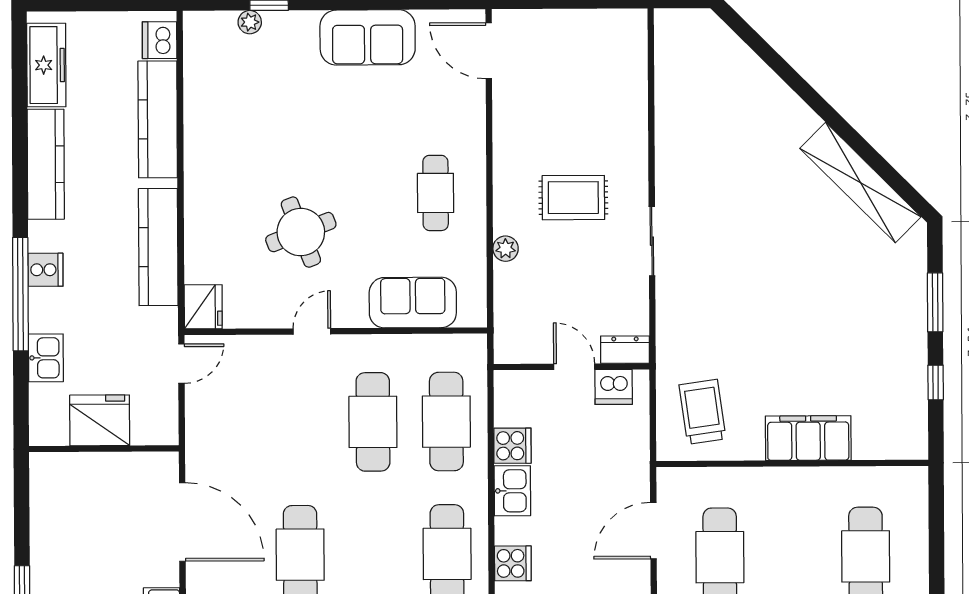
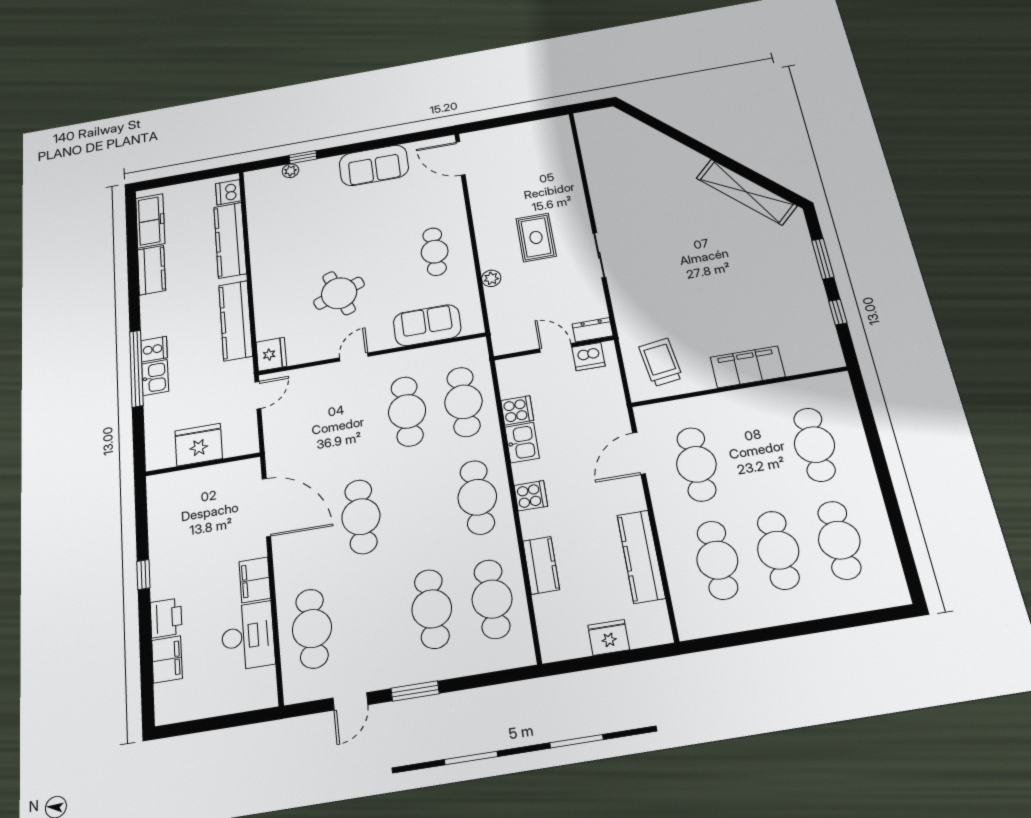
kitchen counter: (46, 164) -> (151, 270), width x0.67
rug: (573, 198) -> (536, 237), turned 90
kitchen sink: (46, 358) -> (155, 378), moved

